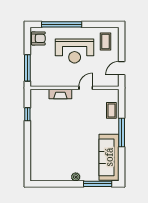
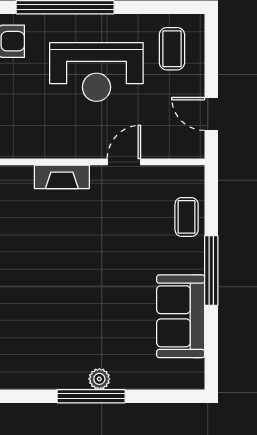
door: (122, 68) -> (211, 114), hinge flipped
sofa: (109, 157) -> (181, 316), width x0.73
window: (98, 184) -> (91, 396), moved

